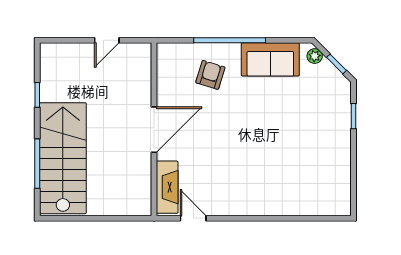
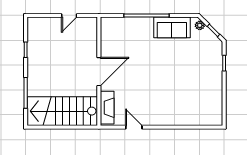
armchair: (210, 75) -> (134, 37), removed
stairs: (63, 158) -> (62, 111), moved, turned -90
door: (193, 218) -> (134, 127), moved

